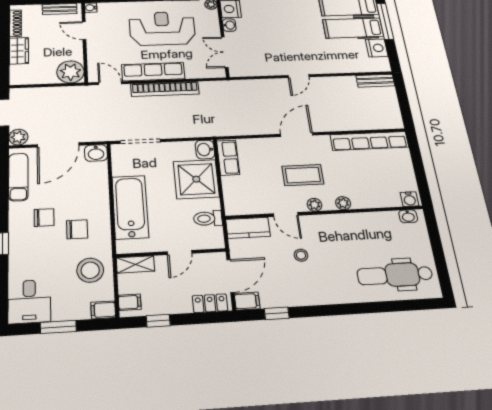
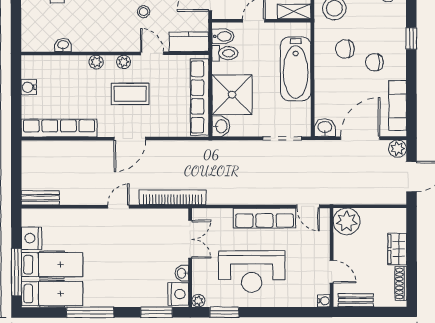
bookcase: (165, 89) -> (173, 197), moved
row of seats: (228, 158) -> (200, 97), width x2.02
water cooler: (410, 199) -> (29, 87), moved, turned -90
washbasin: (408, 216) -> (63, 45), moved
bidet: (212, 235) -> (223, 36), added

